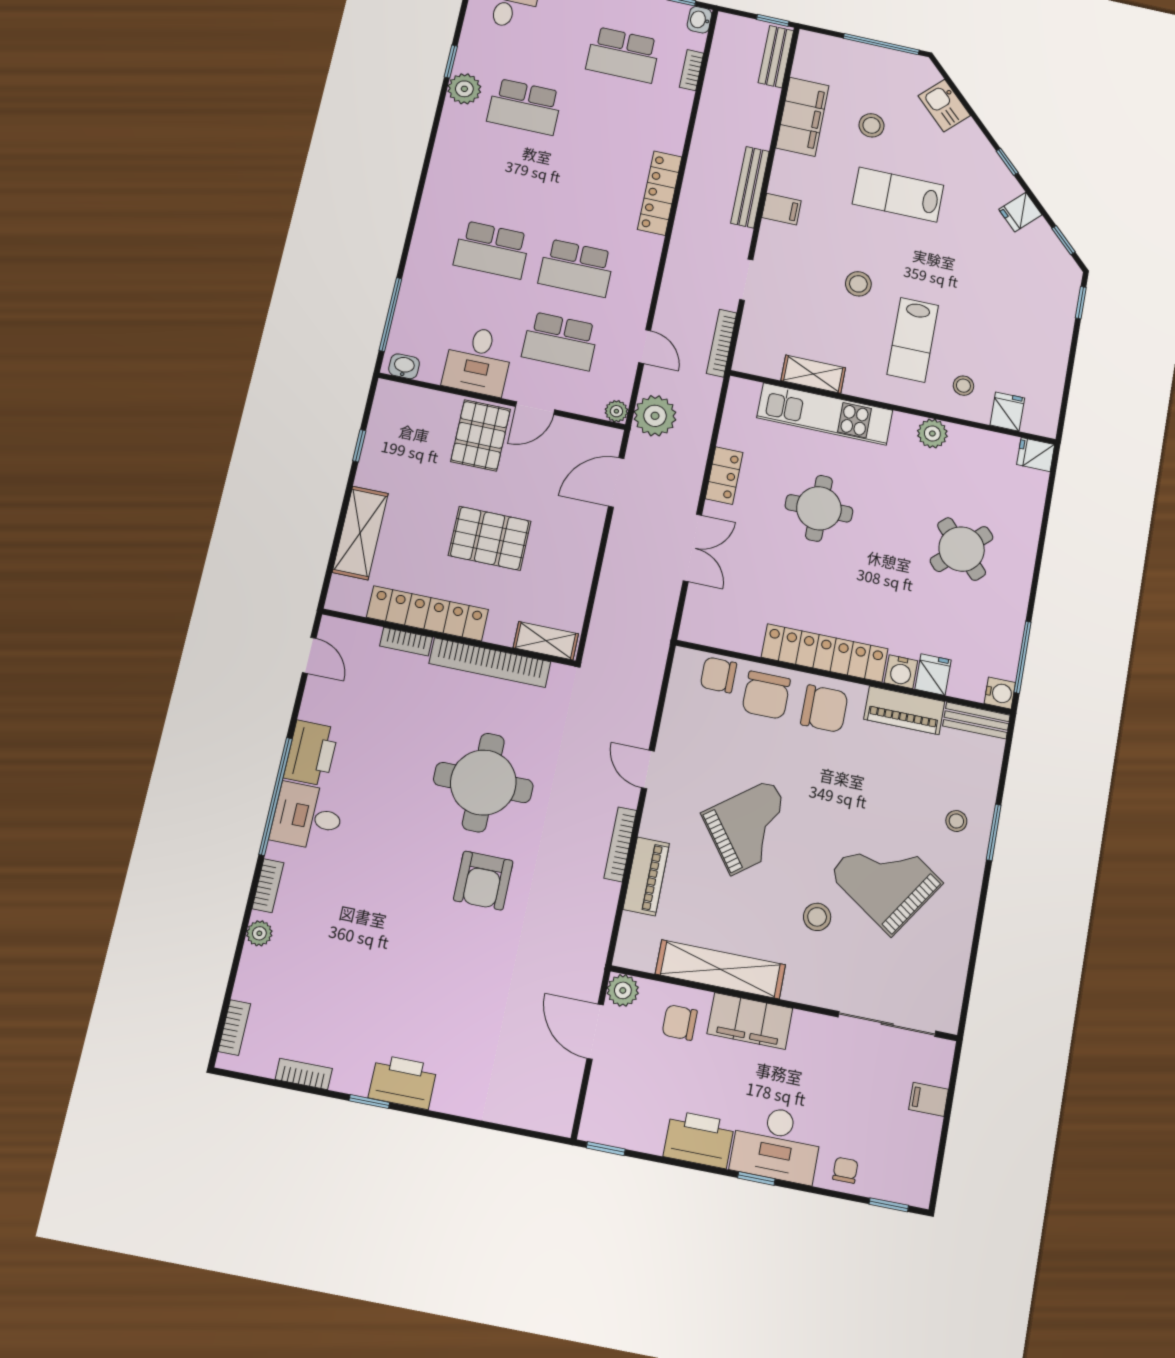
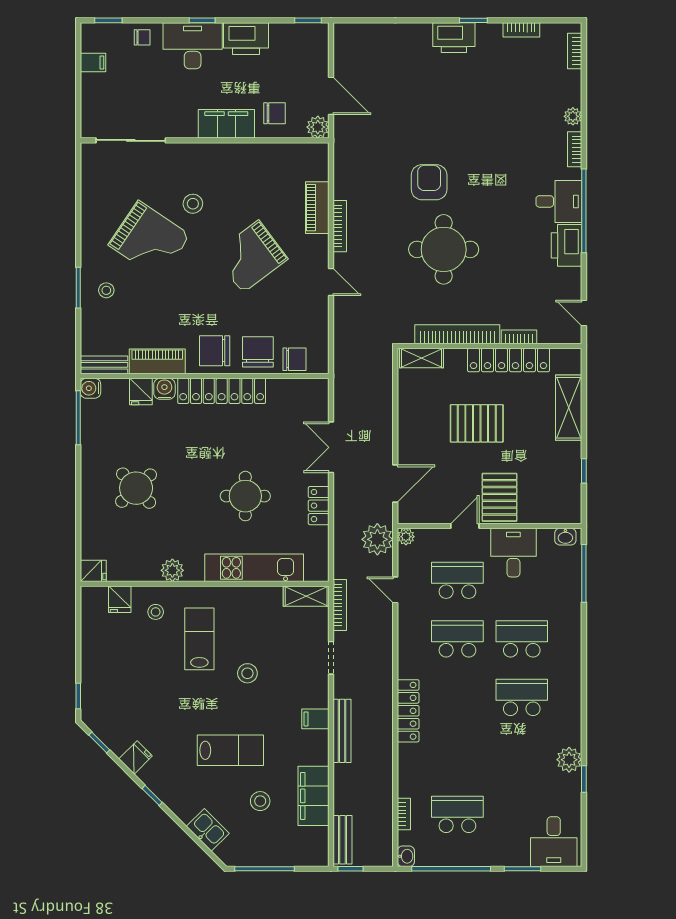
school desk: (525, 107) -> (522, 697), moved
shelving: (813, 374) -> (306, 596), moved
shelving: (720, 969) -> (253, 155), removed
filing cabinet: (929, 1099) -> (93, 62), moved
chair: (845, 1170) -> (142, 37), turned -90

